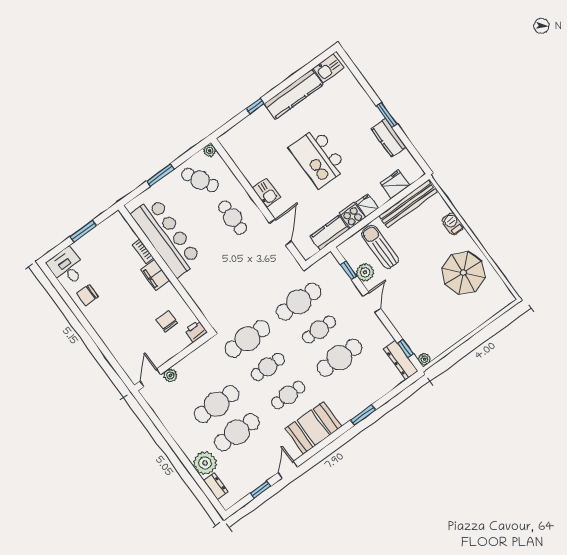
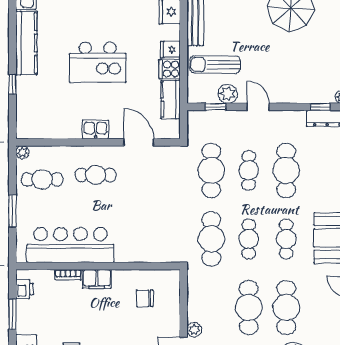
cafe table: (200, 180) -> (42, 179), turned 30
printer: (196, 331) -> (25, 289), moved, turned 180

